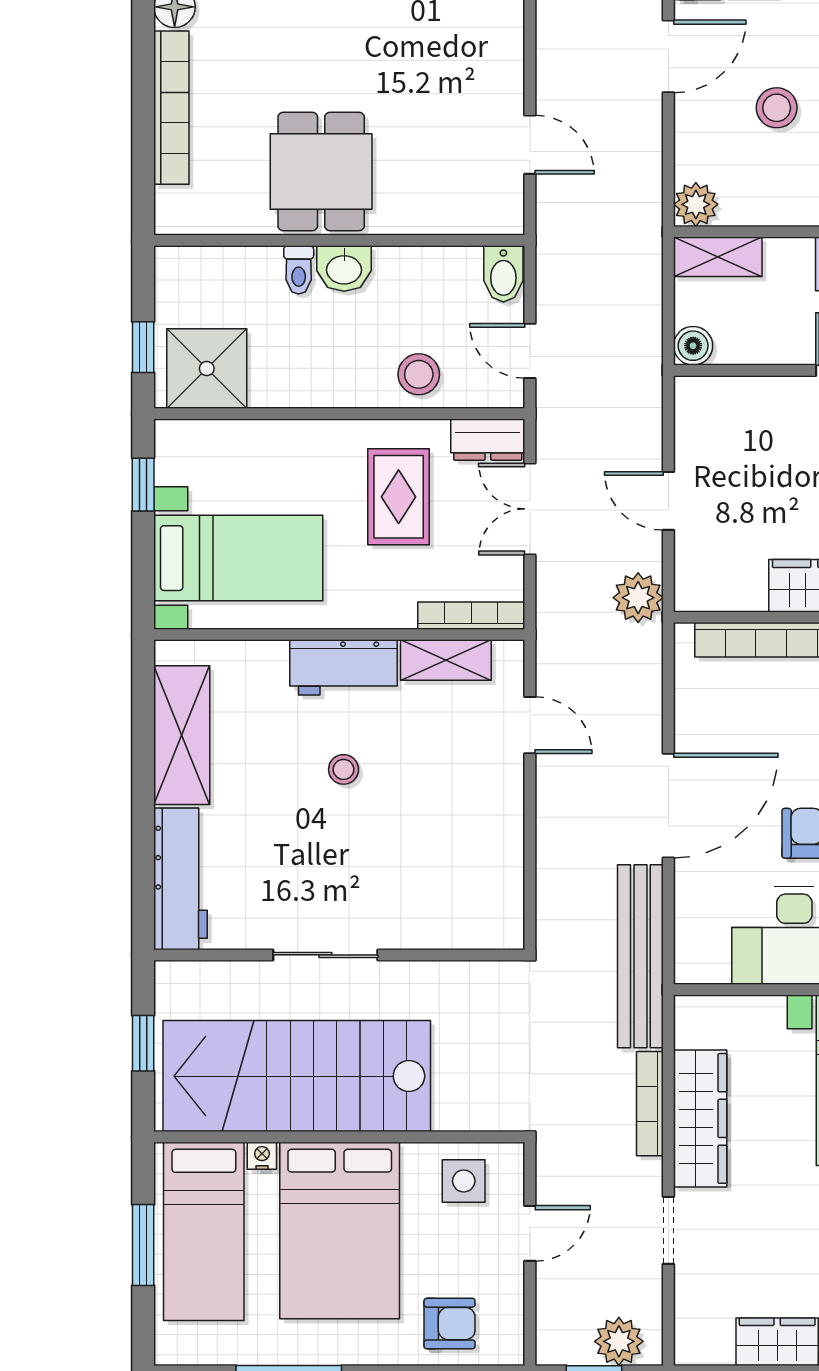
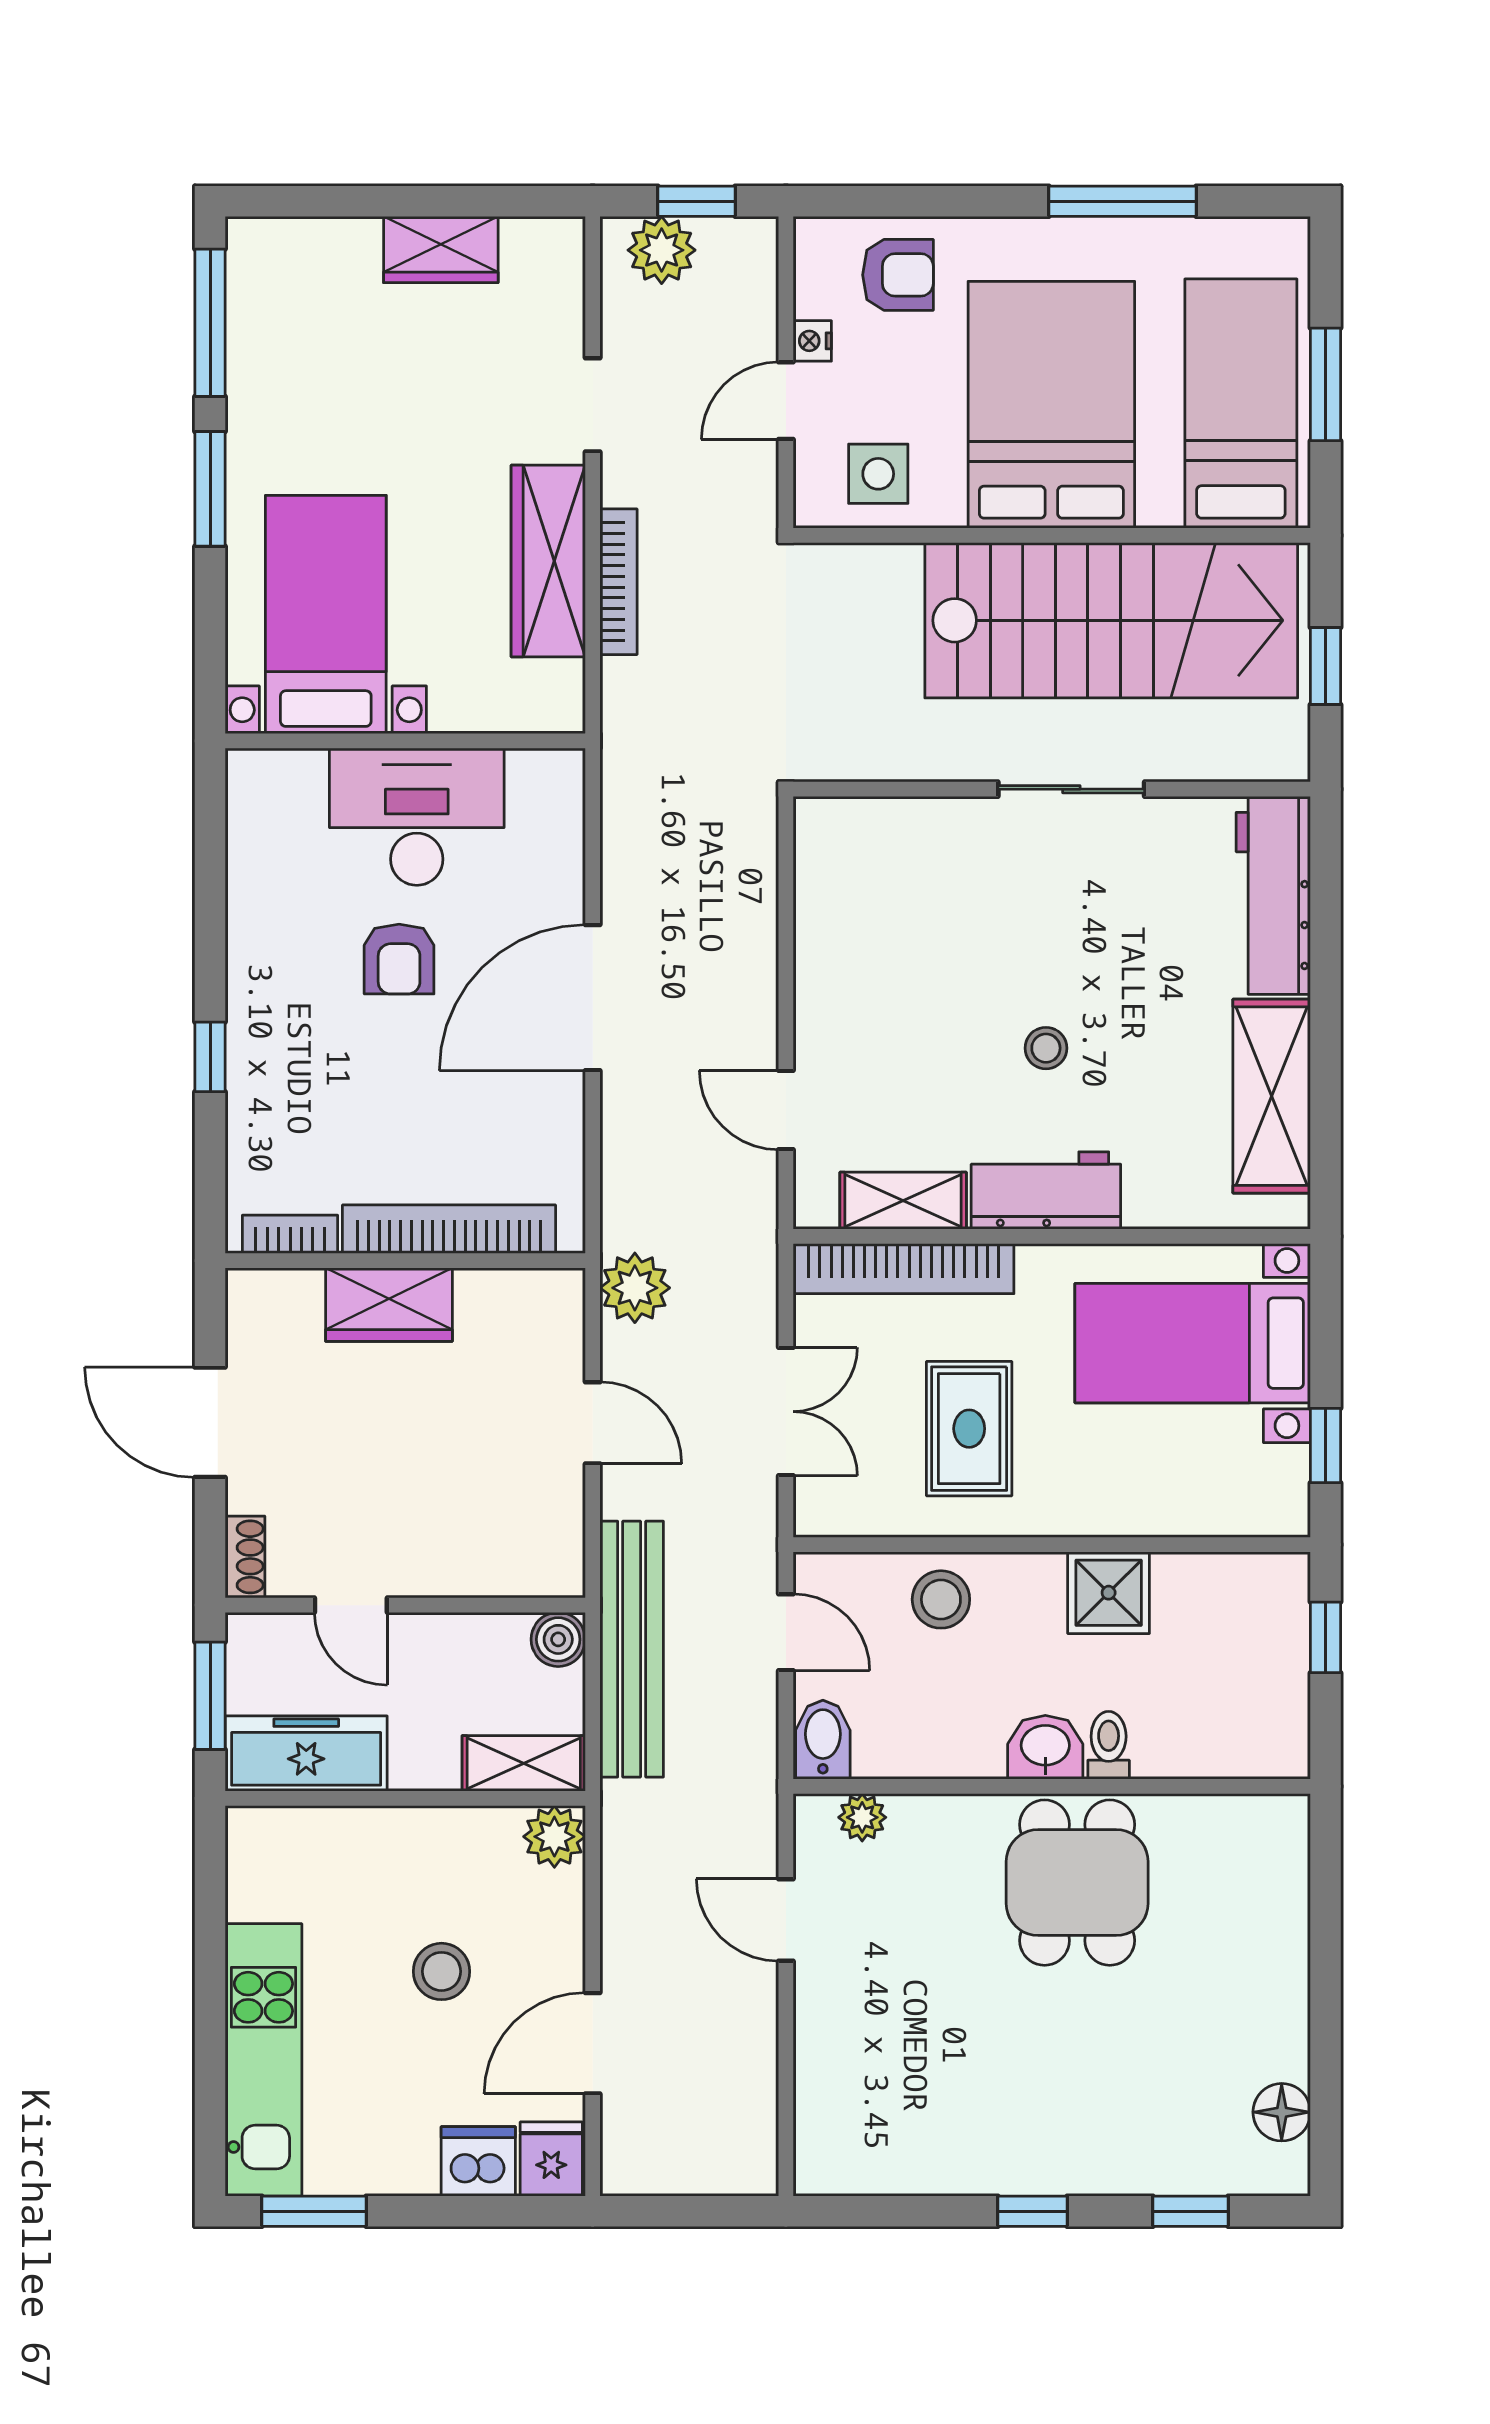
bookcase: (171, 108) -> (1286, 1972), removed
plant: (475, 218) -> (862, 1817), added
shower: (207, 369) -> (1109, 1593), moved, width x0.73, depth x0.73
dresser: (488, 440) -> (845, 1508), removed
bookcase: (471, 616) -> (904, 1269), width x1.48, depth x1.31
bench: (640, 956) -> (632, 1649), moved
nightstand: (262, 1156) -> (812, 341), moved, turned 90
armchair: (450, 1324) -> (898, 275), turned 180

